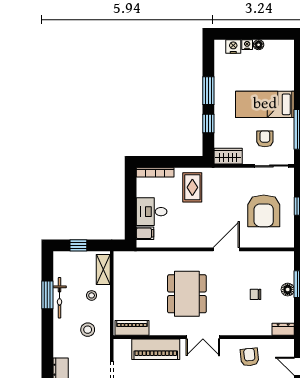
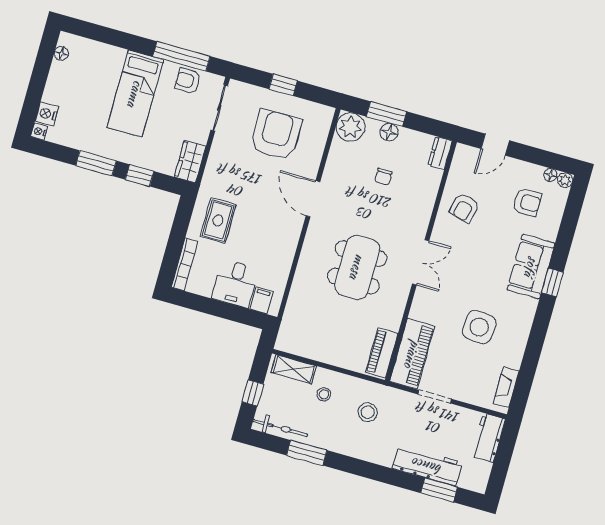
nightstand: (247, 45) -> (39, 131), moved
floor lamp: (259, 45) -> (61, 53), moved
armchair: (265, 139) -> (188, 81), moved
rug: (192, 187) -> (218, 221), turned 90
armchair: (264, 211) -> (276, 135), turned -90
plant: (284, 262) -> (351, 127), added
dining table: (187, 294) -> (357, 267), turned 90
bicycle: (60, 298) -> (280, 428), moved
piano: (156, 349) -> (412, 354), moved
armchair: (250, 357) -> (464, 208), turned -70

